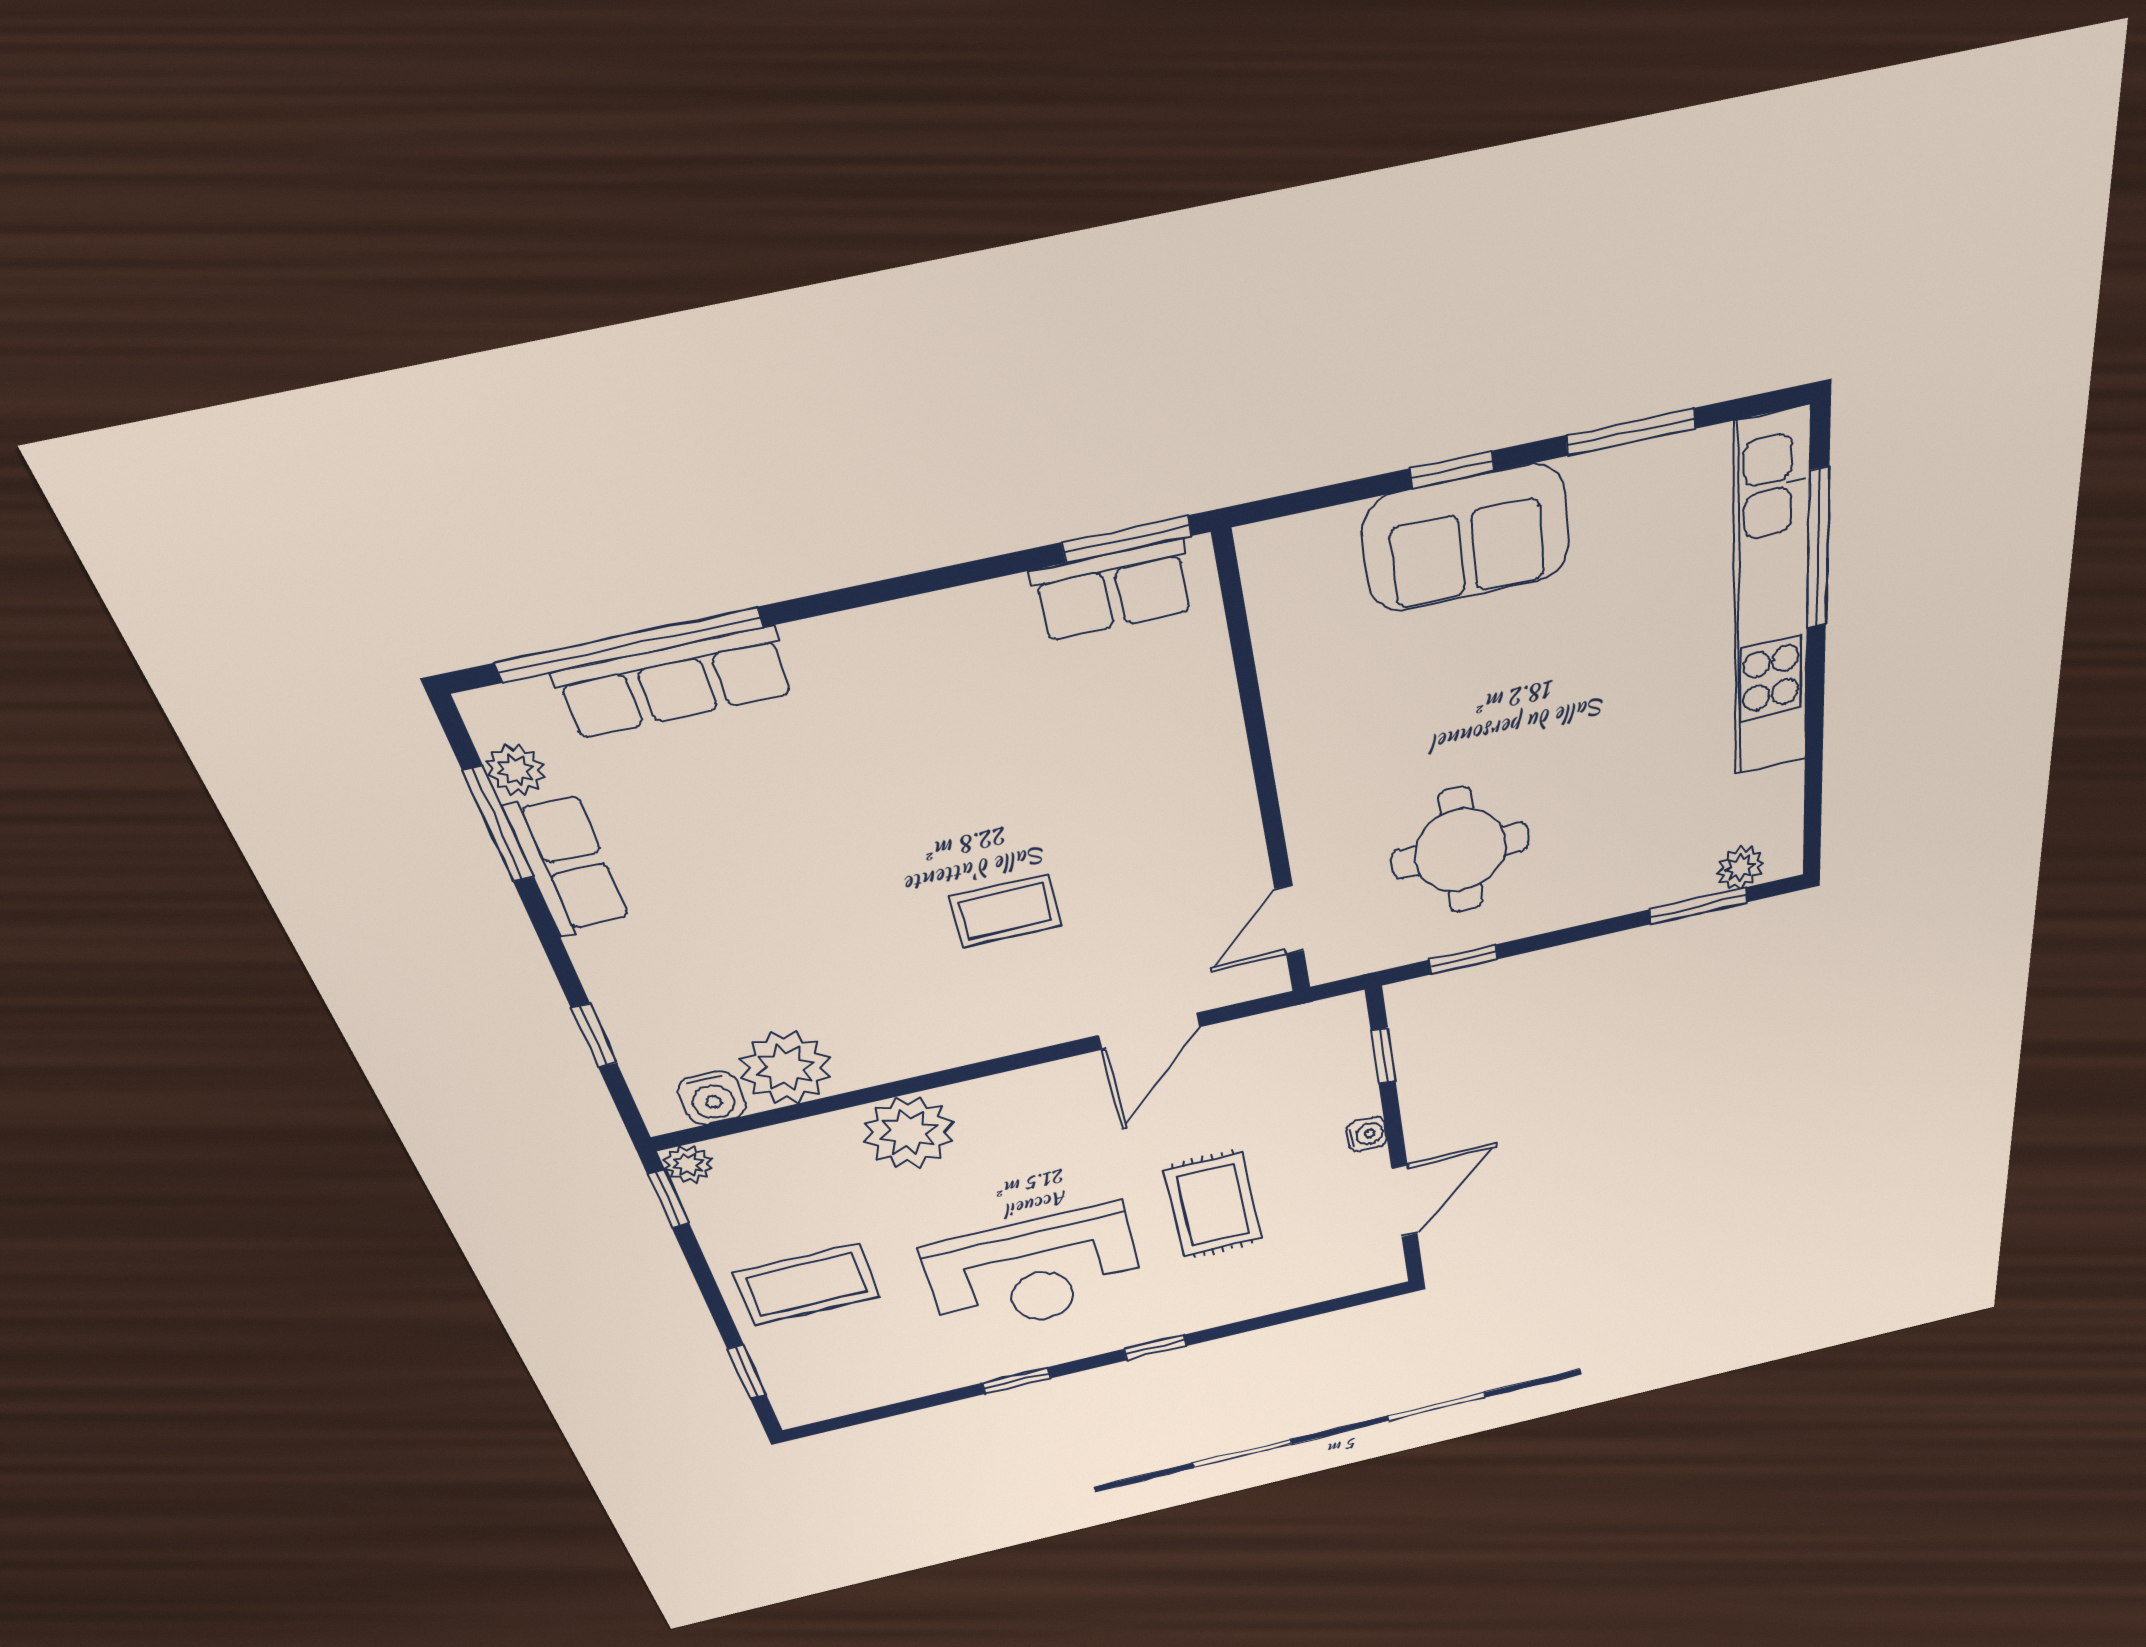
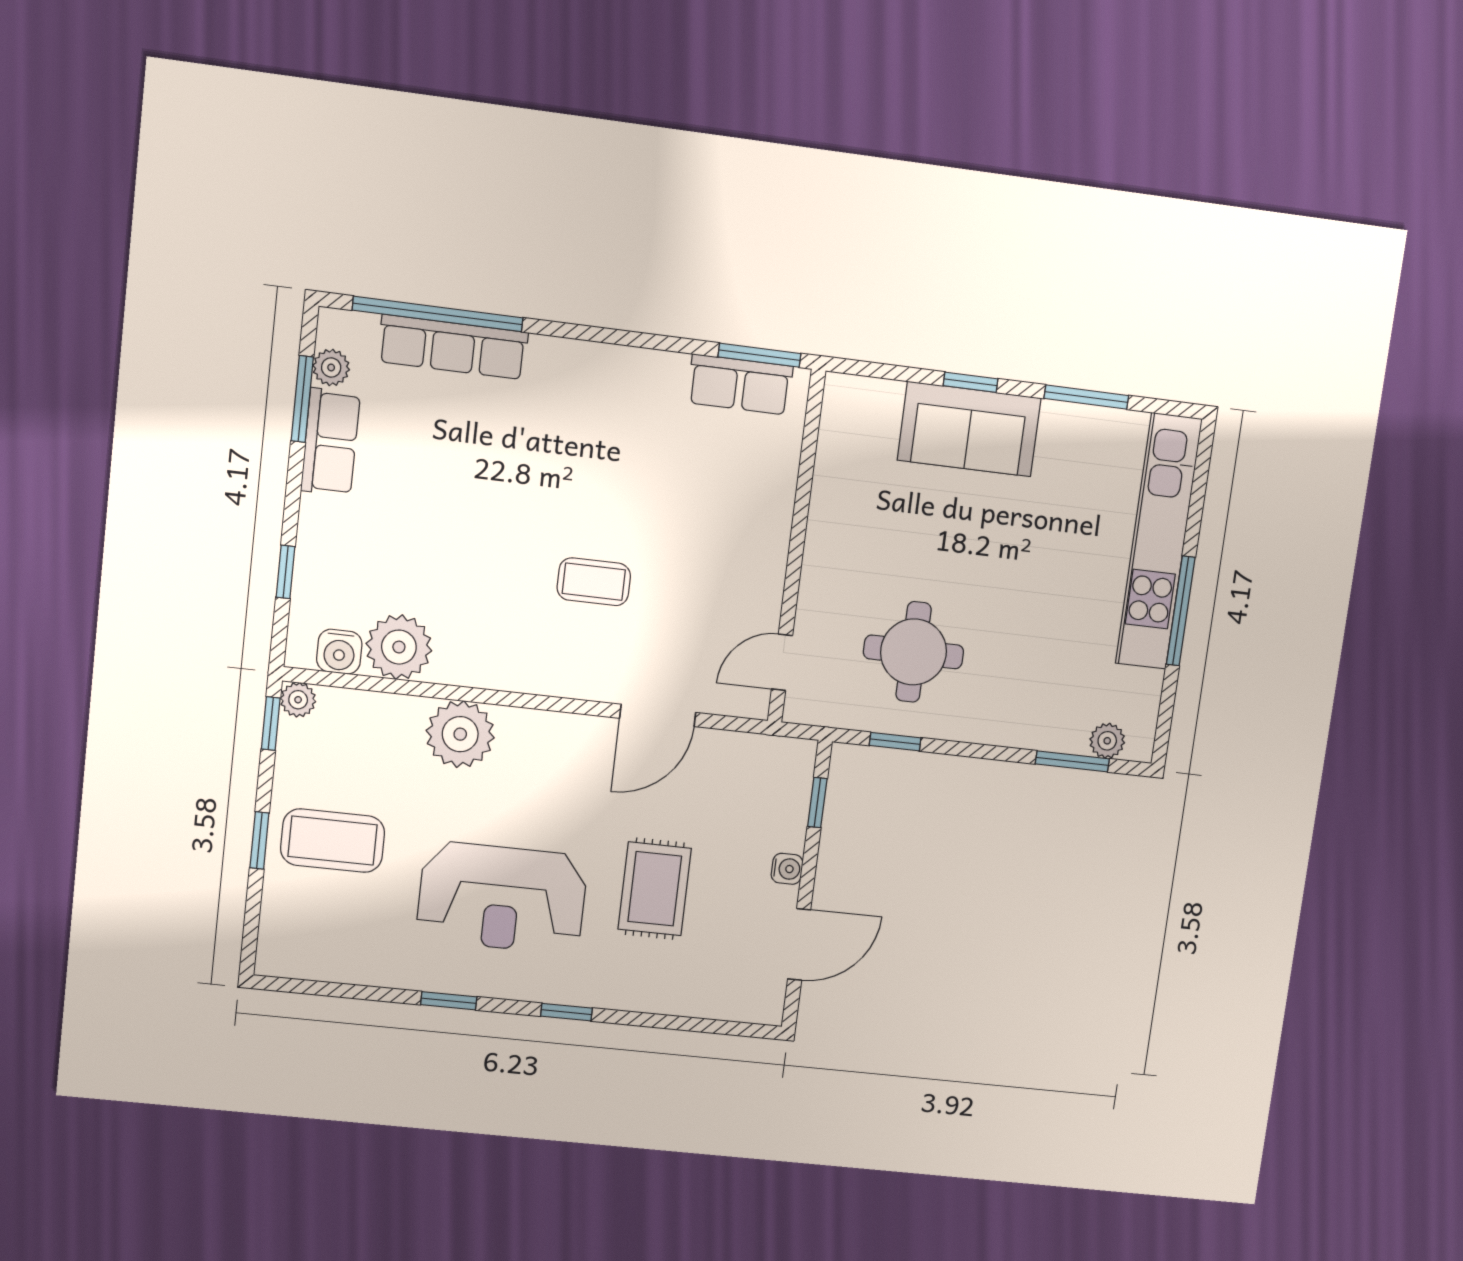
window: (1818, 549) -> (1181, 611), moved
window: (747, 1372) -> (259, 840), moved

